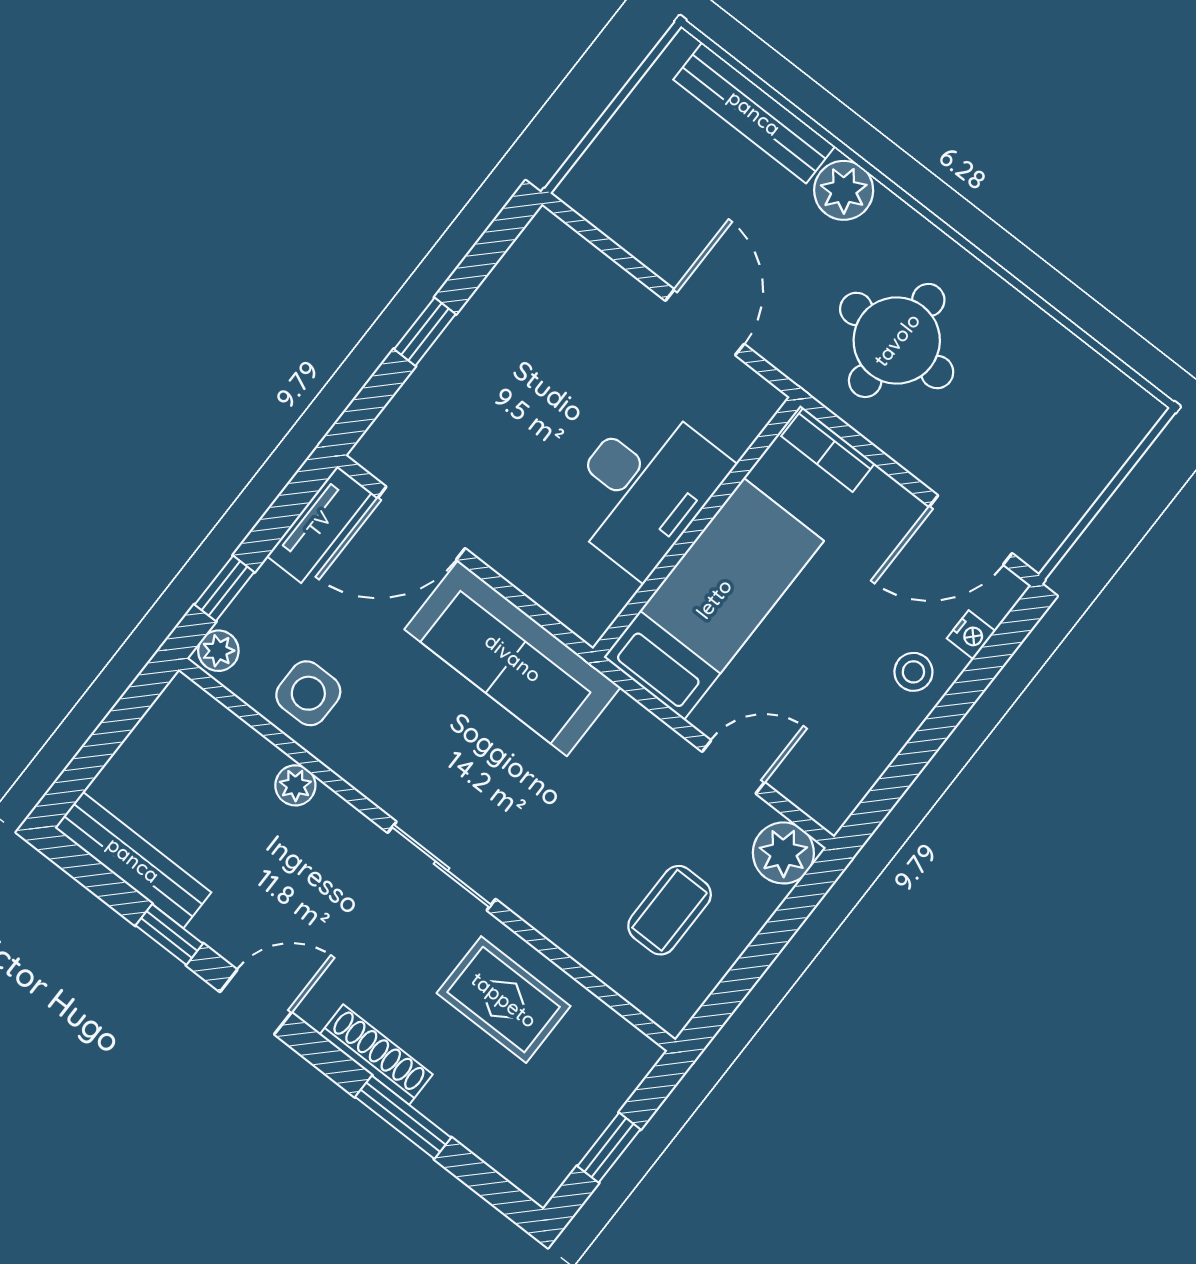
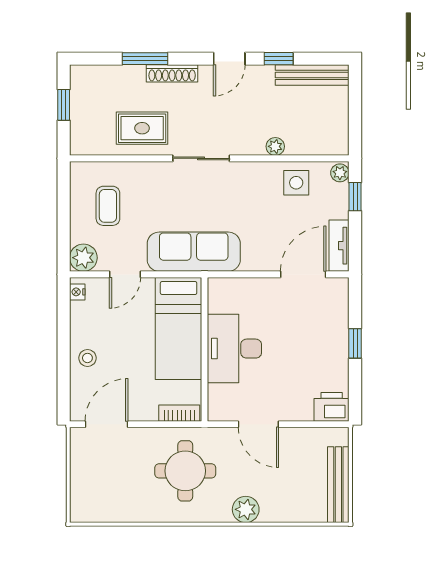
bench: (754, 113) -> (338, 485), moved, turned 90
printer: (553, 252) -> (332, 407), added
nightstand: (971, 635) -> (77, 292), moved
sofa: (513, 658) -> (194, 252), moved

